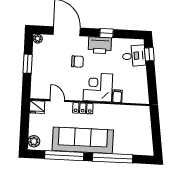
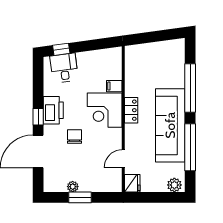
window: (107, 33) -> (38, 117), moved
plant: (38, 39) -> (73, 187), moved
locker: (83, 108) -> (131, 110), moved

